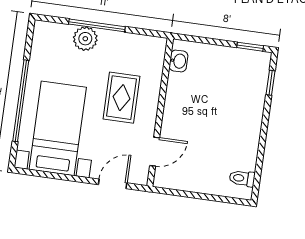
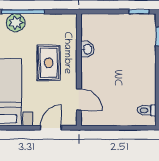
washbasin: (178, 61) -> (87, 49), moved
door: (155, 152) -> (79, 100), hinge flipped

